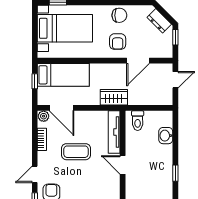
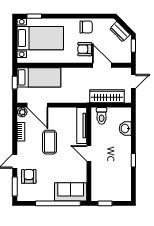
armchair: (118, 42) -> (85, 49), turned 90
door: (138, 61) -> (102, 65), swing flipped
wardrobe: (114, 97) -> (107, 96), moved, width x1.50
coffee table: (76, 152) -> (50, 142), turned 90

